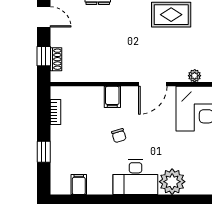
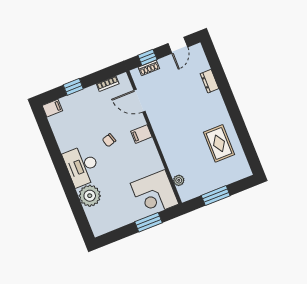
door: (153, 84) -> (139, 101), moved
filing cabinet: (112, 97) -> (141, 134), moved
filing cabinet: (79, 185) -> (52, 108), moved

